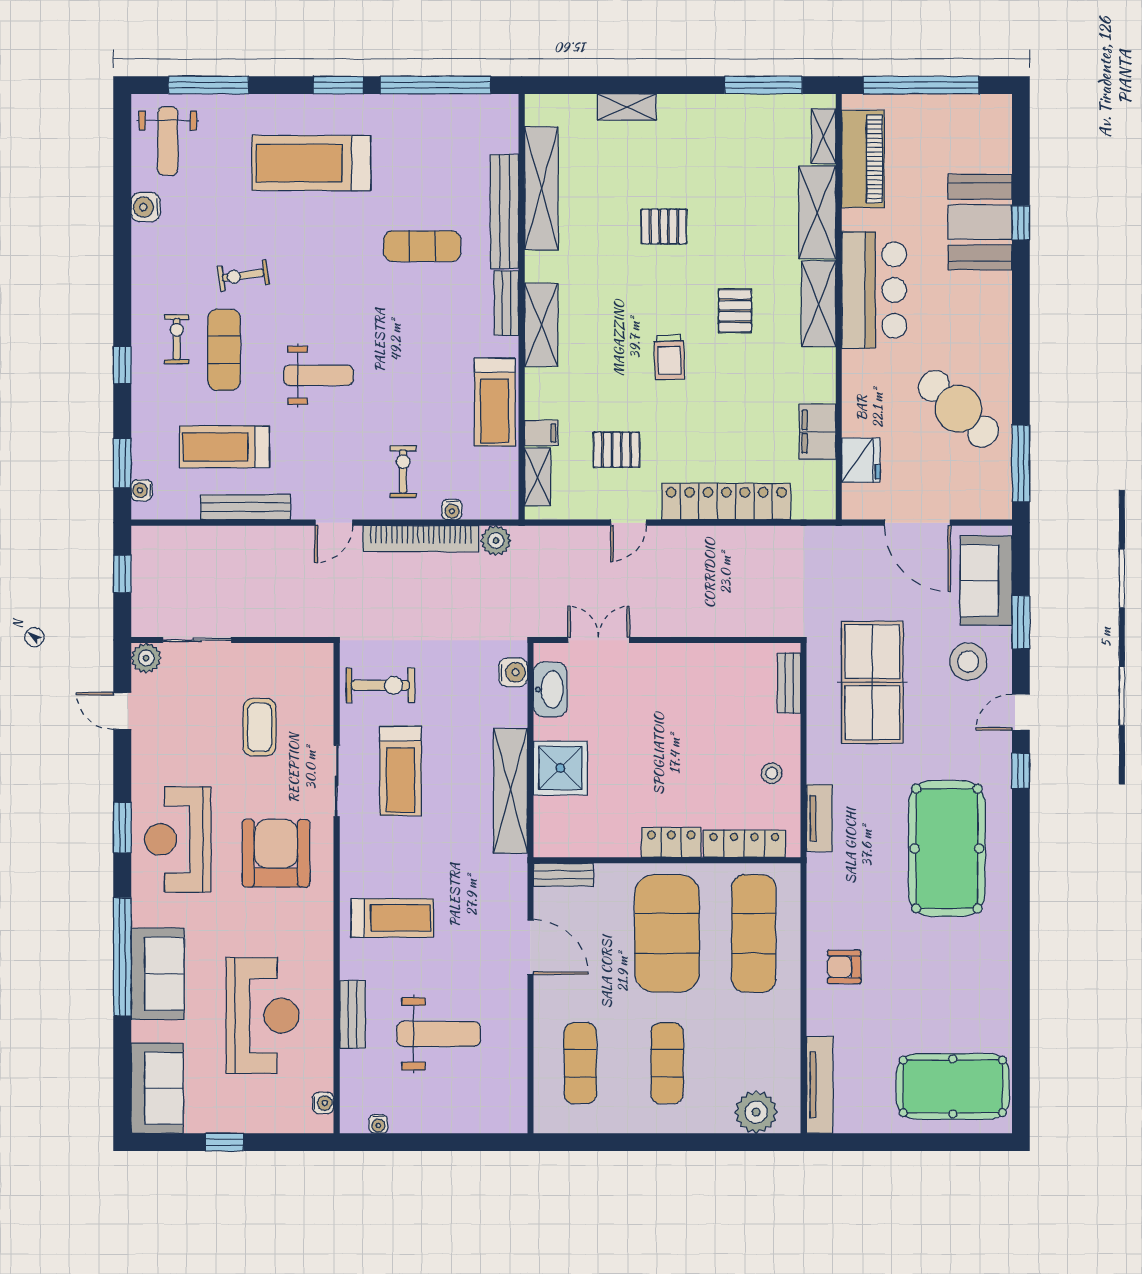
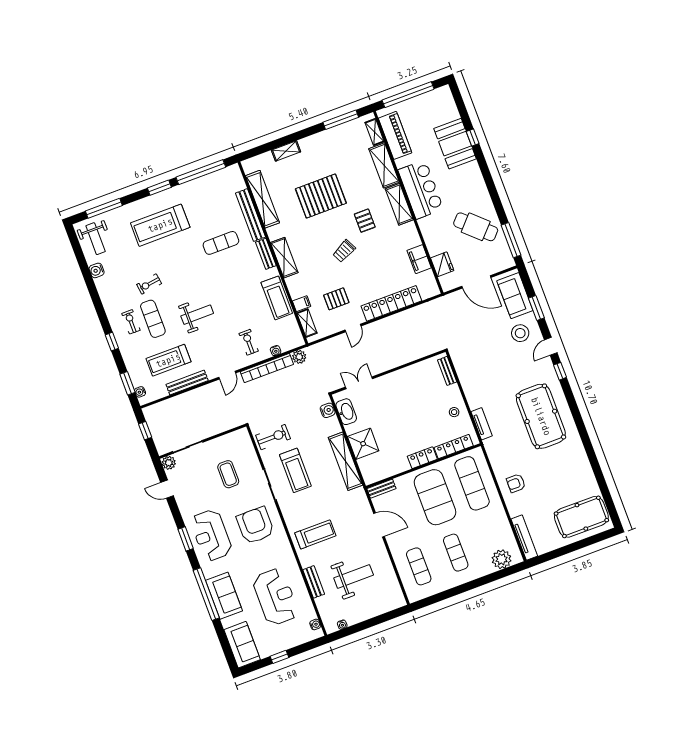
pallet: (664, 227) -> (321, 196), width x2.05, depth x2.00
trolley: (669, 357) -> (344, 251), turned 66
table tennis table: (872, 682) -> (483, 357), removed

